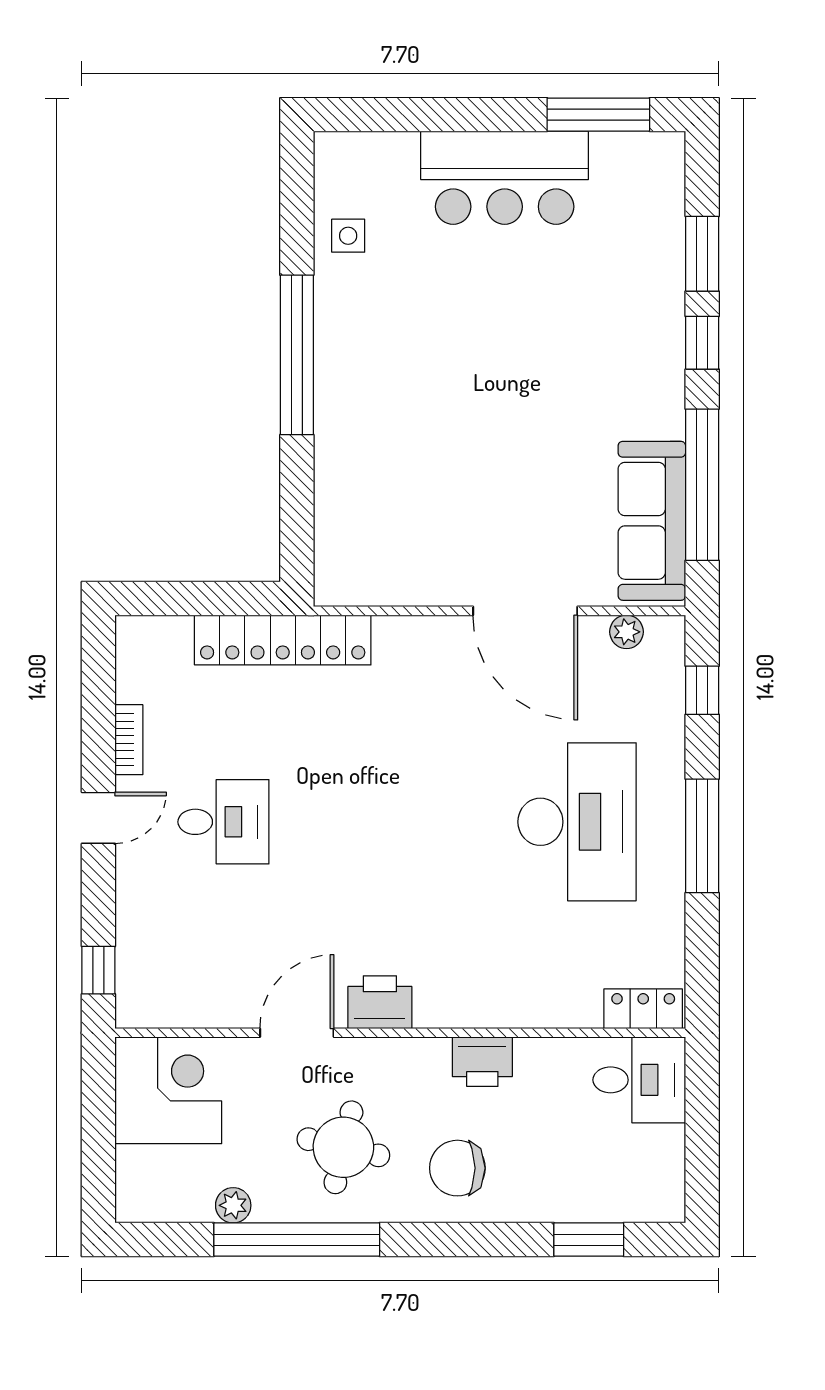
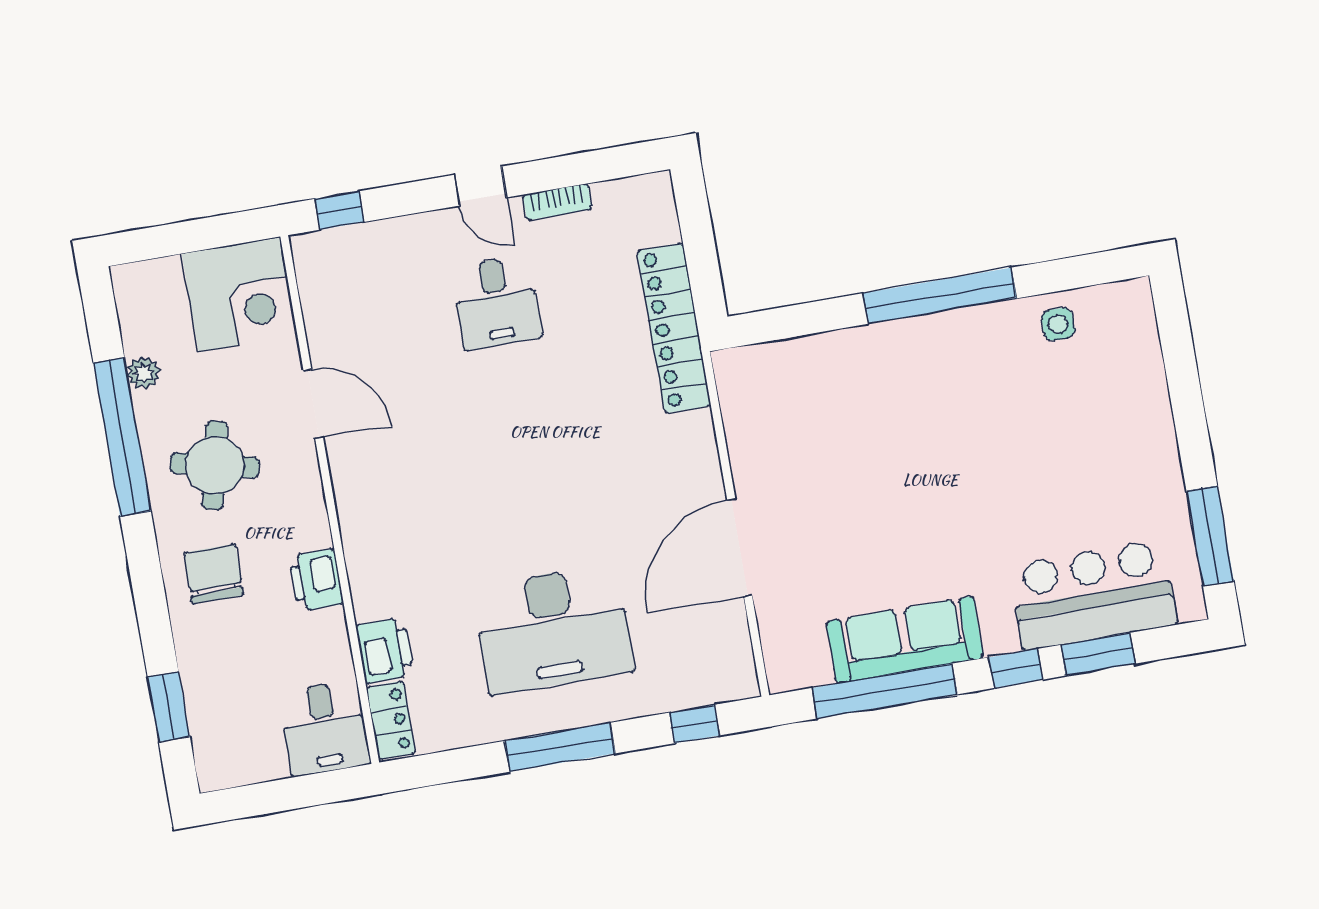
bar counter: (505, 178) -> (1093, 595), moved, turned 90
sofa: (652, 521) -> (905, 640), moved
plant: (627, 632) -> (736, 645), removed
printer: (380, 1002) -> (385, 650), moved

